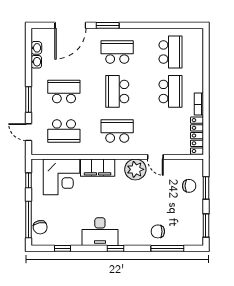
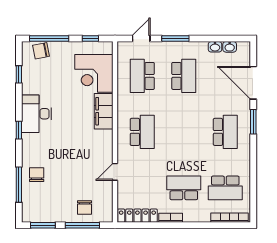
bookcase: (199, 48) -> (230, 218), added
school desk: (117, 91) -> (184, 132), removed
school desk: (170, 91) -> (184, 188), turned 180
plant: (135, 169) -> (102, 151), removed
window: (206, 188) -> (82, 225), width x1.44

